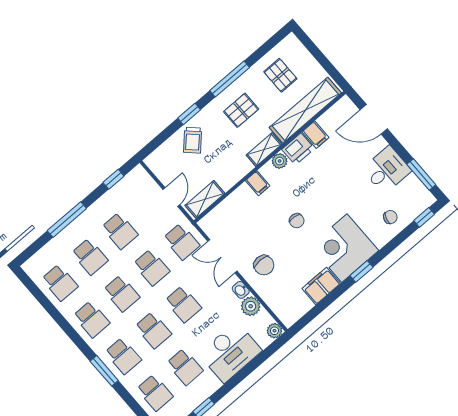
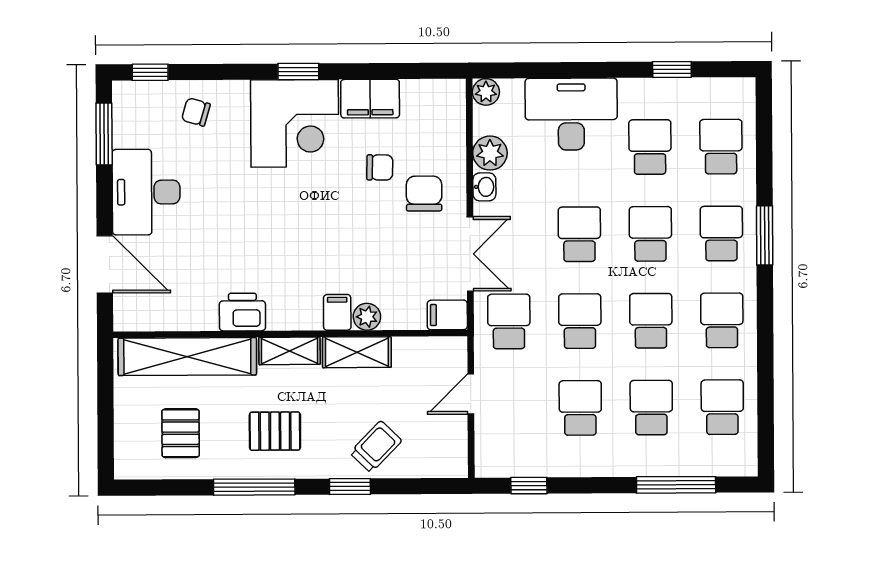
filing cabinet: (315, 135) -> (447, 315), moved, turned -90
plant: (280, 161) -> (367, 317), moved
desk: (387, 170) -> (146, 192), width x1.37
shelving: (205, 199) -> (357, 352), moved
window: (67, 219) -> (676, 485), moved
chair: (297, 221) -> (380, 167), moved, turned 83

